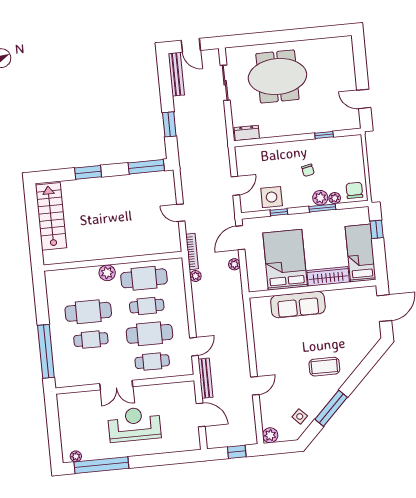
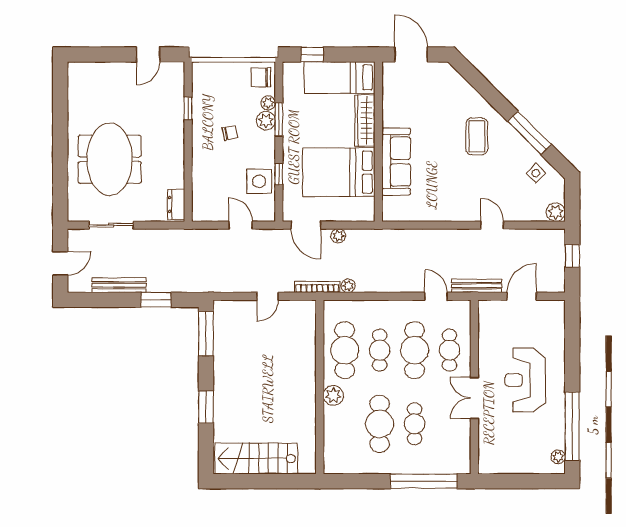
bench: (176, 74) -> (119, 285), moved
double door: (116, 385) -> (474, 398), swing flipped

